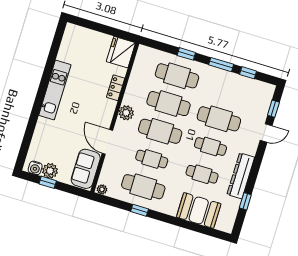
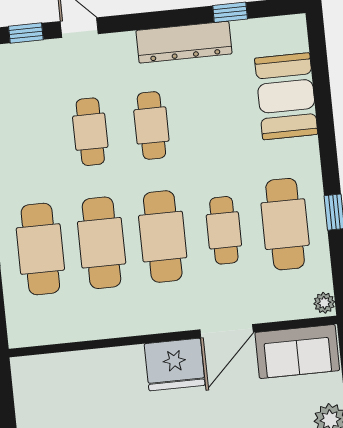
fridge: (121, 52) -> (175, 365), moved
locker: (116, 88) -> (114, 359), removed
plant: (126, 113) -> (154, 318), removed
cafe table: (219, 119) -> (90, 132), width x0.73, depth x0.74
cafe table: (202, 174) -> (213, 119), removed

